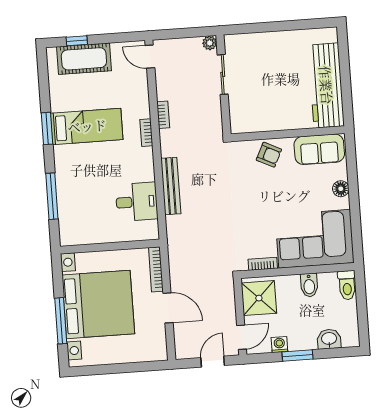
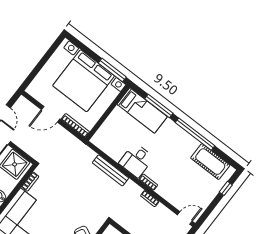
cot: (84, 59) -> (210, 162), moved, turned 90
bed: (87, 126) -> (142, 110), moved, turned -90
window: (47, 128) -> (195, 134), width x2.11
desk: (137, 202) -> (136, 160), moved
window: (61, 321) -> (112, 70), moved

